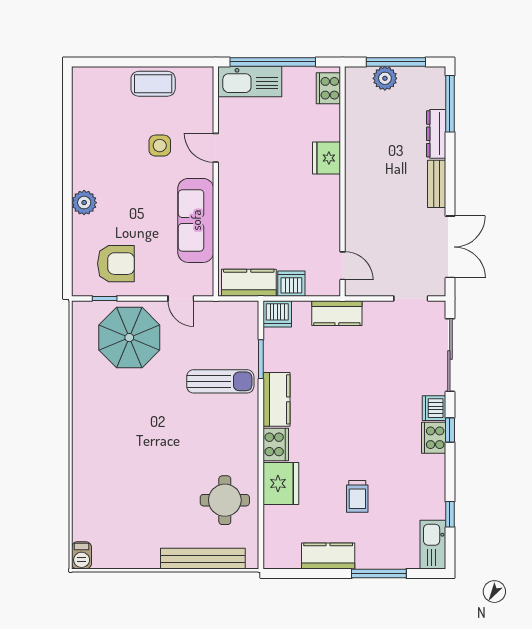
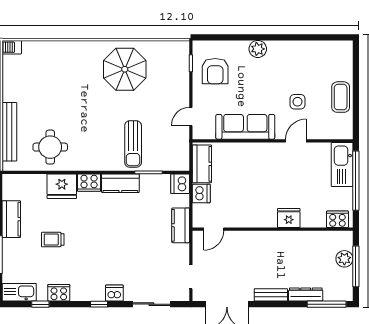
parasol: (129, 338) -> (125, 69), moved
sliding door: (450, 355) -> (151, 304), width x0.73
cooker: (434, 438) -> (59, 293), moved

